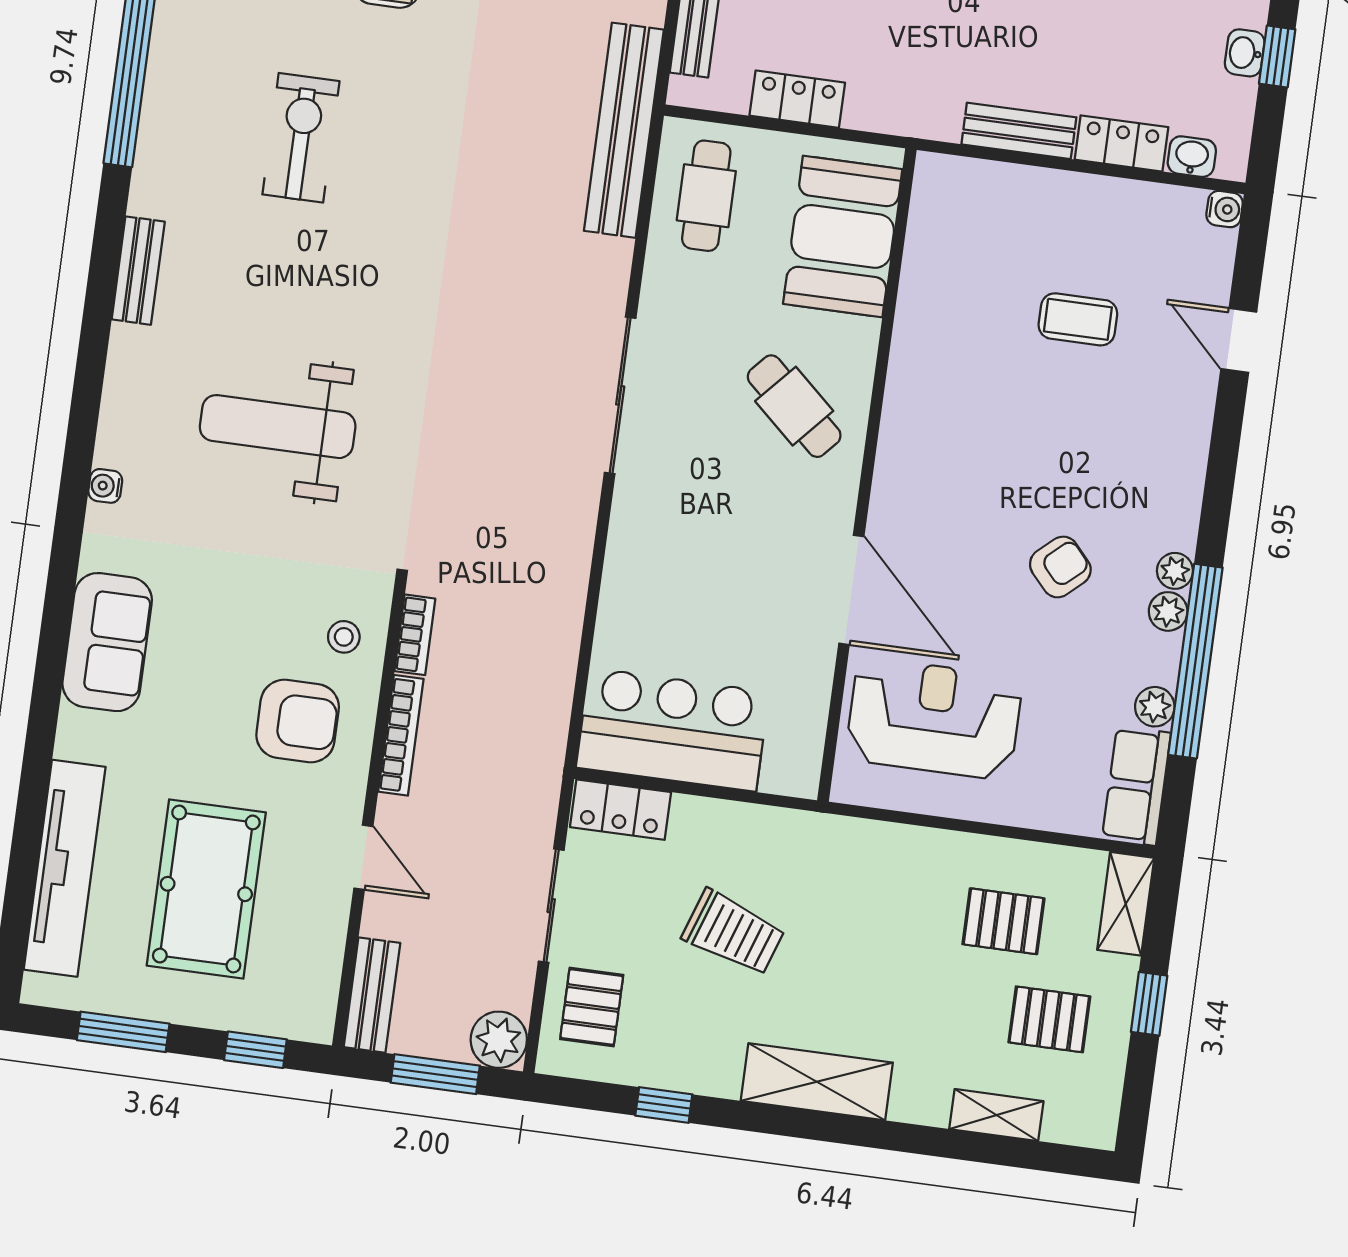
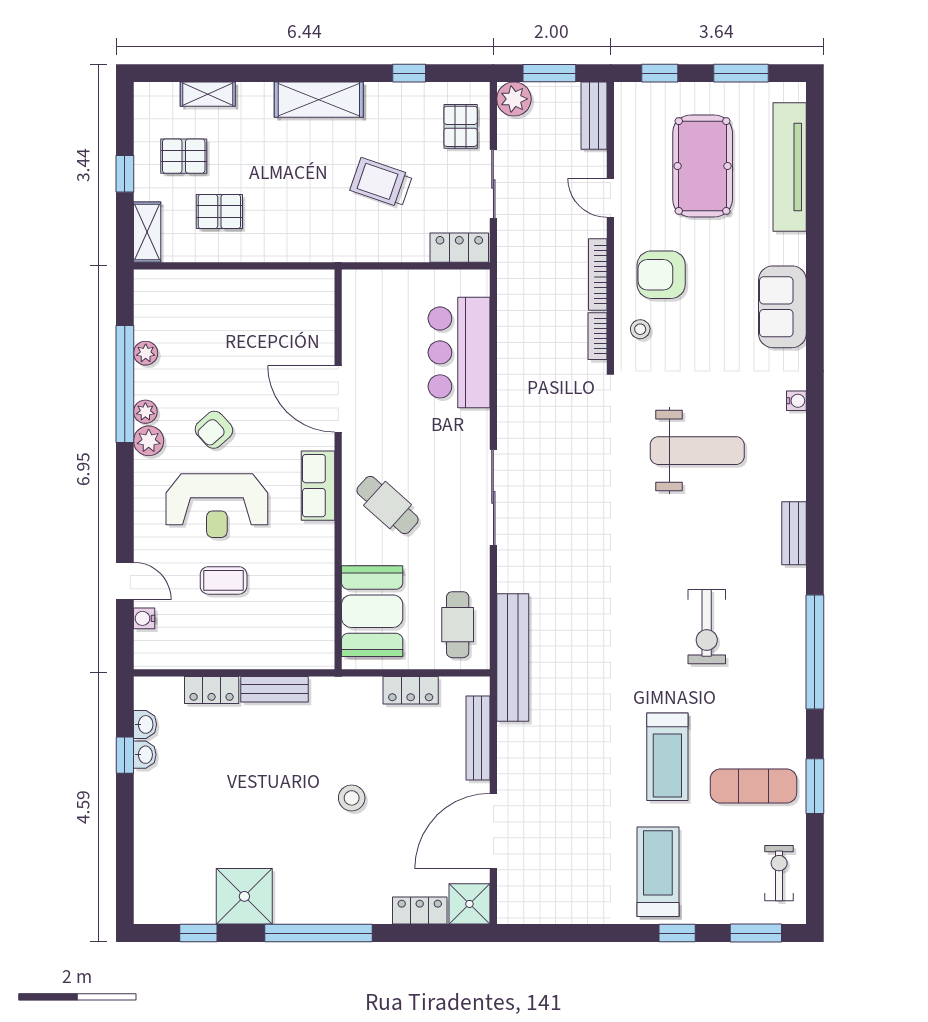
washbasin: (1192, 157) -> (145, 724), moved, turned -90
water cooler: (1225, 209) -> (144, 618), moved
plant: (1175, 571) -> (149, 441), width x1.38, depth x1.38
reception desk: (934, 718) -> (217, 506), moved
bar counter: (673, 730) -> (459, 352), moved, turned 90
row of seats: (1136, 786) -> (318, 486), moved, turned 180

